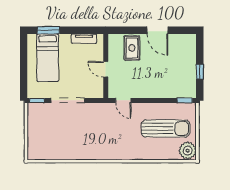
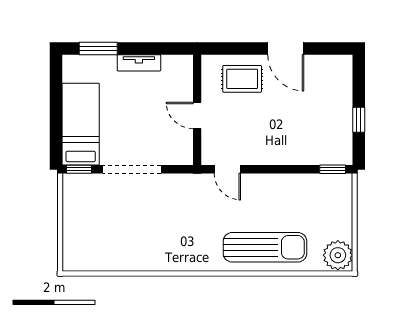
tv unit: (84, 39) -> (139, 63), moved
rug: (132, 48) -> (242, 79), turned 90
bed: (48, 58) -> (81, 124), moved, turned 180
sun lounger: (166, 128) -> (265, 247), moved

